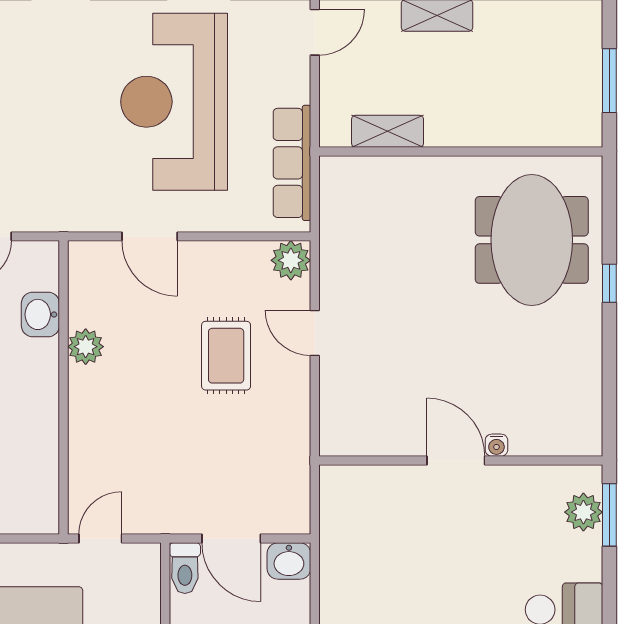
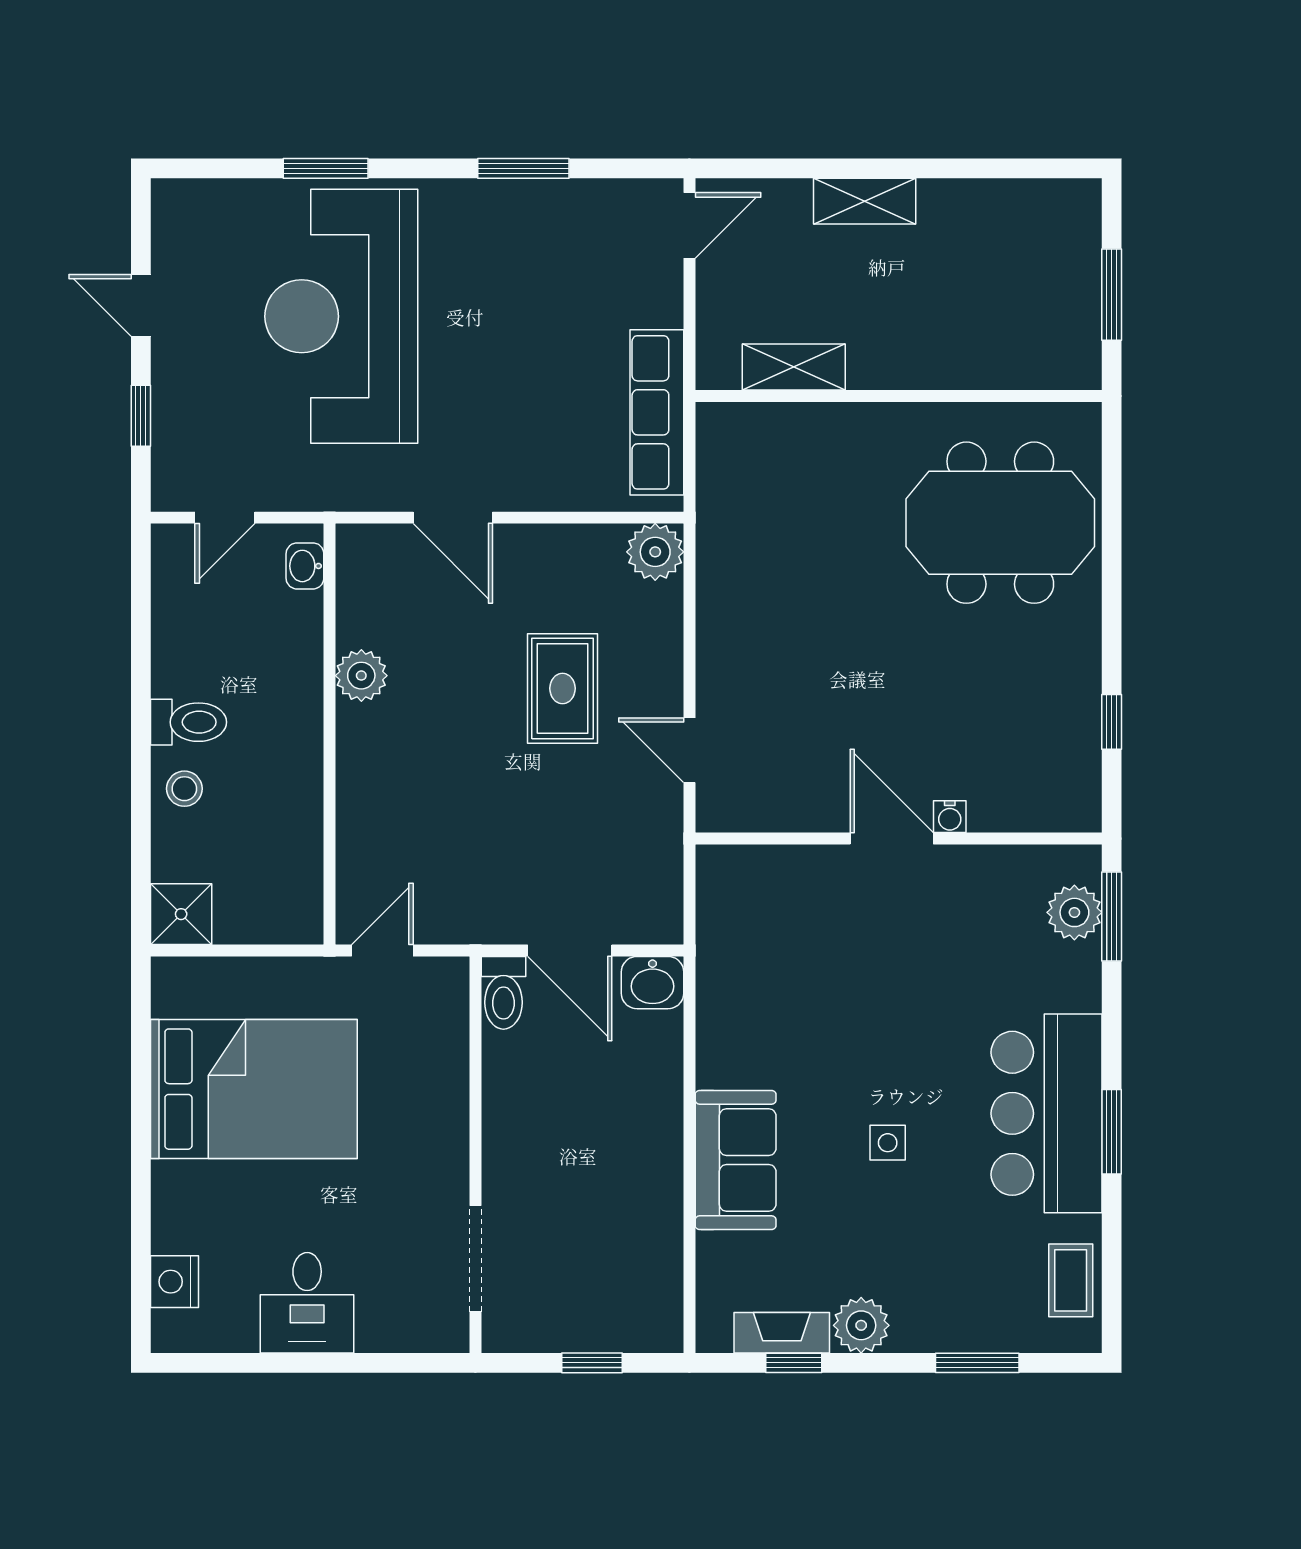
reception desk: (174, 102) -> (341, 316), moved
meeting table: (532, 240) -> (1000, 523), turned 90
window: (609, 283) -> (1112, 722), moved
washbasin: (40, 314) -> (305, 566), moved, width x0.72, depth x0.69
door: (315, 333) -> (689, 750), moved

